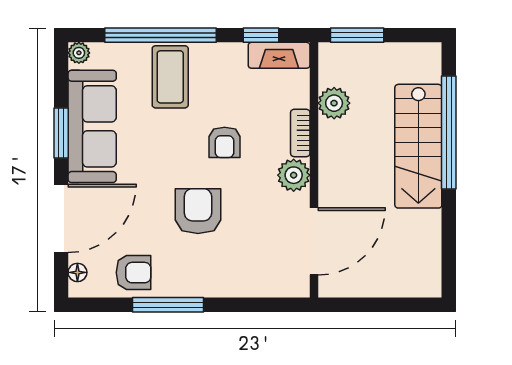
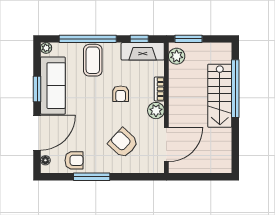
fireplace: (279, 55) -> (143, 51), width x1.37, depth x1.32
plant: (334, 103) -> (177, 56), moved
armchair: (198, 211) -> (123, 143), moved, turned -47

